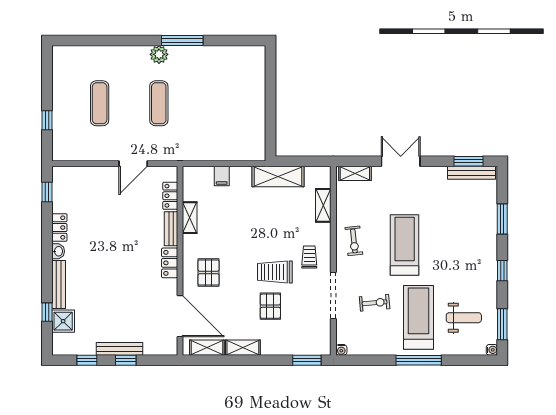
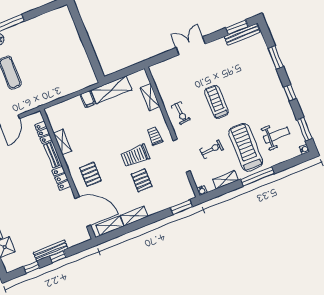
shelving: (355, 173) -> (225, 180), moved
filing cabinet: (222, 176) -> (88, 99), moved
treadmill: (405, 245) -> (216, 102), width x0.73, depth x0.73

